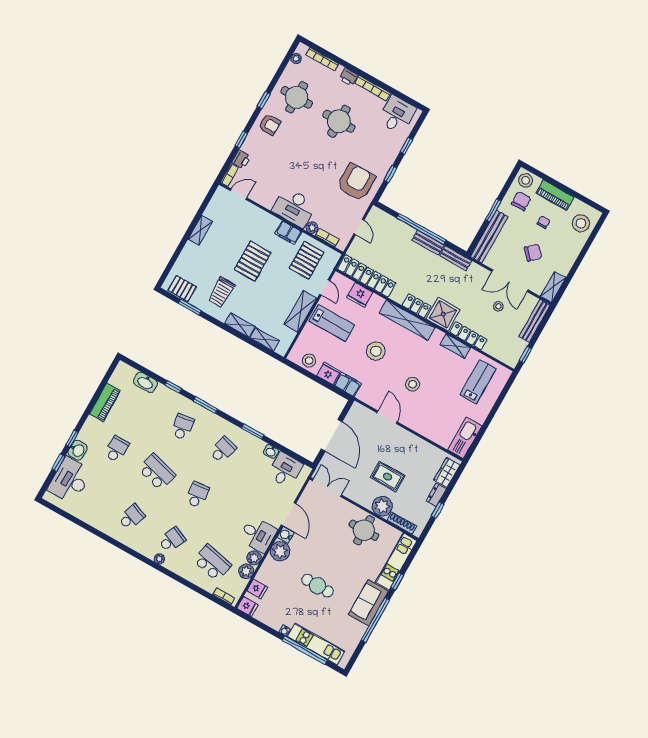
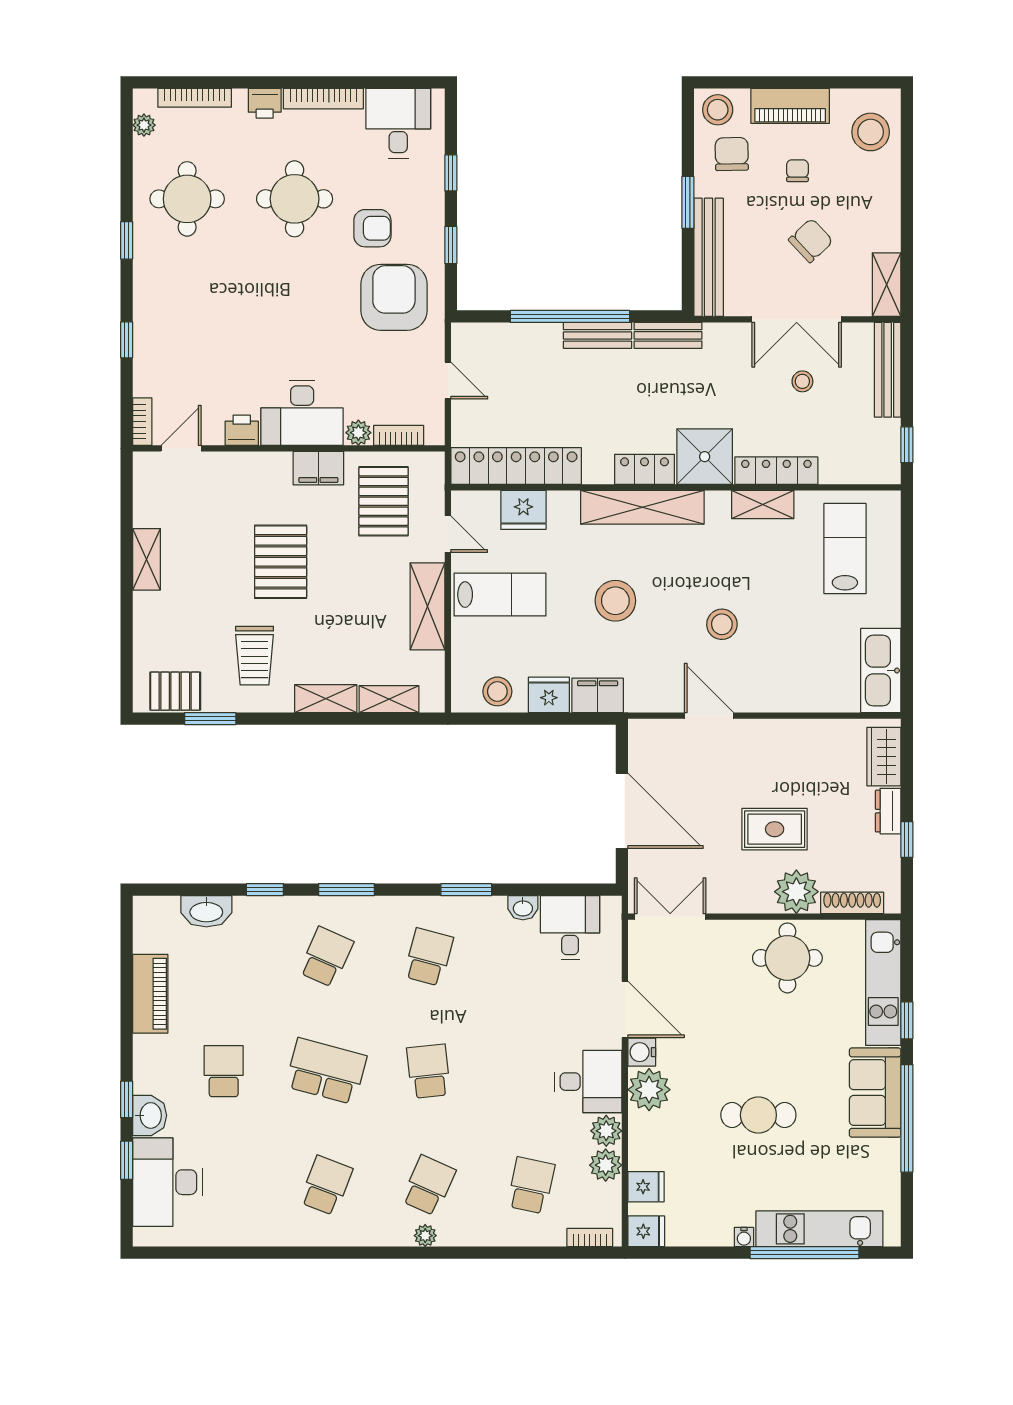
armchair: (270, 125) -> (372, 228), moved
printer: (241, 159) -> (242, 430), moved, turned -90
school desk: (182, 427) -> (326, 957), turned 33
school desk: (212, 563) -> (531, 1185), width x0.54

